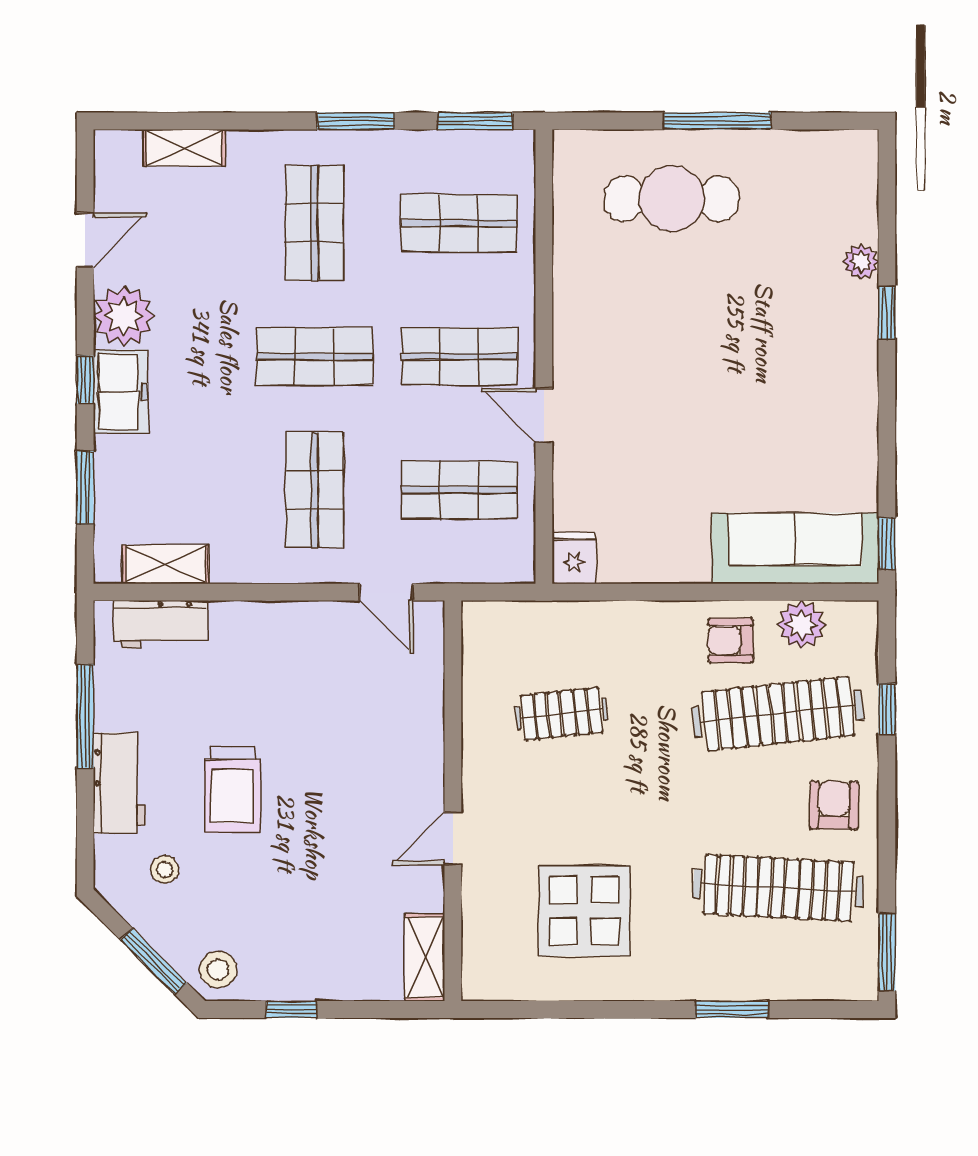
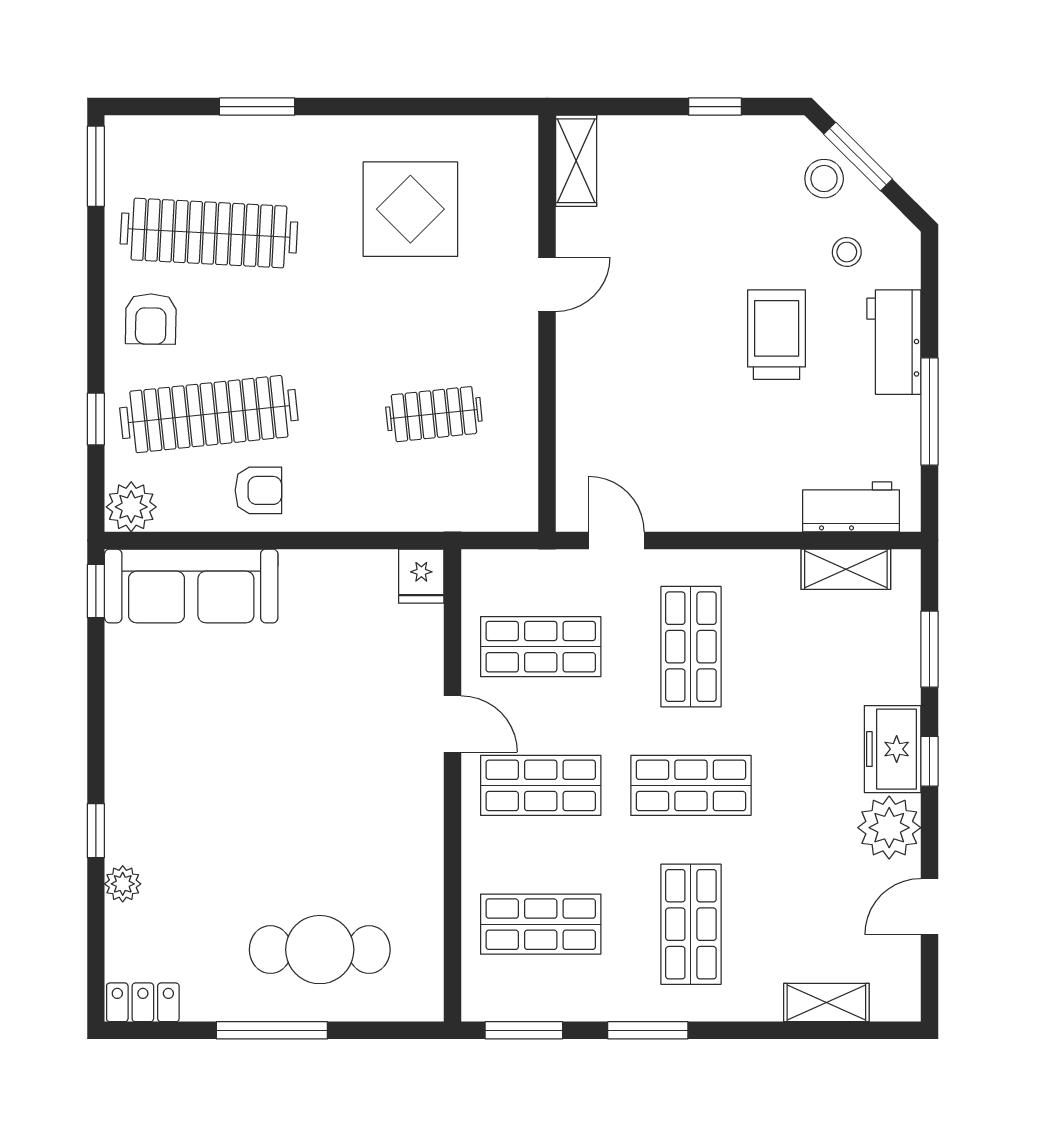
locker: (842, 148) -> (143, 1002), added
plant: (801, 625) -> (131, 507), moved
stool: (218, 969) -> (824, 179), moved

